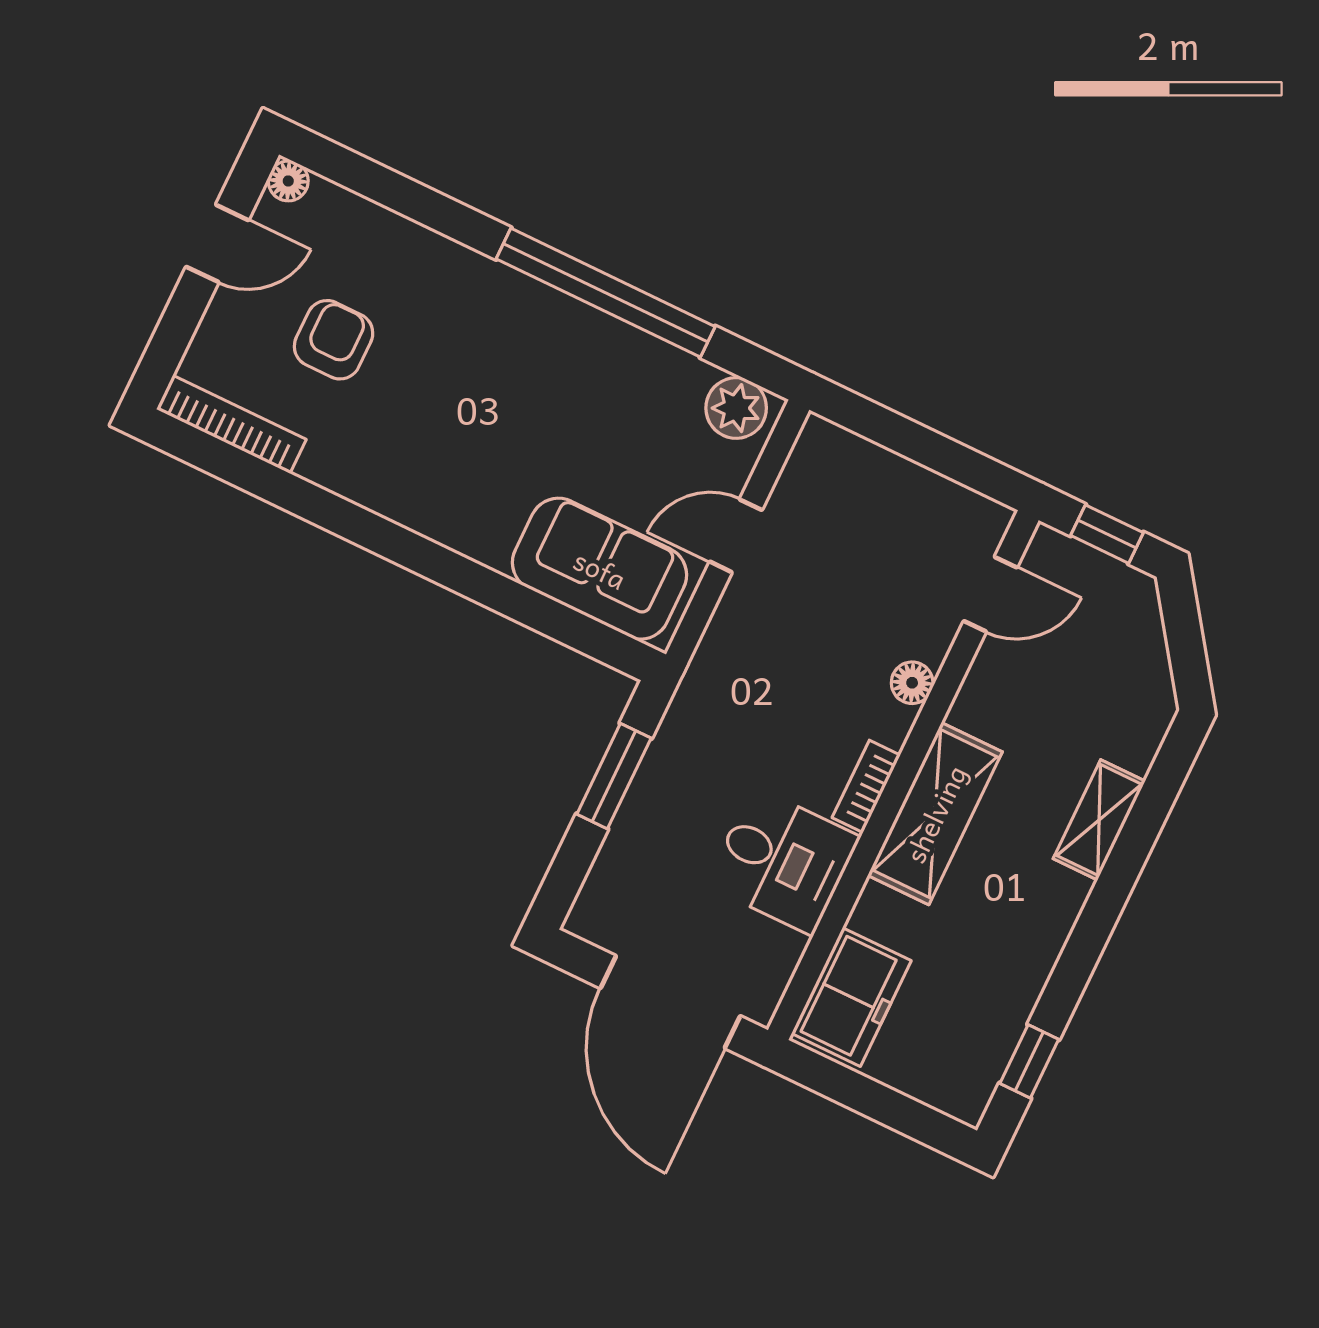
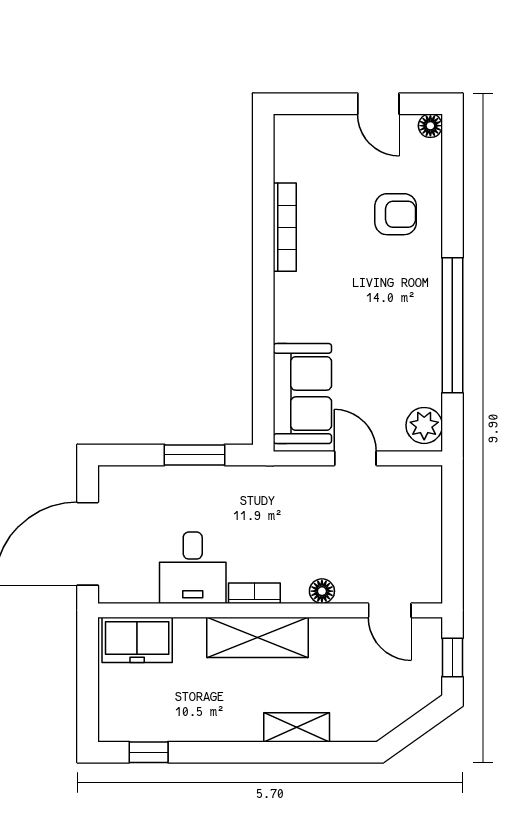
armchair: (334, 340) -> (396, 214), moved
bookcase: (231, 424) -> (285, 227), moved

